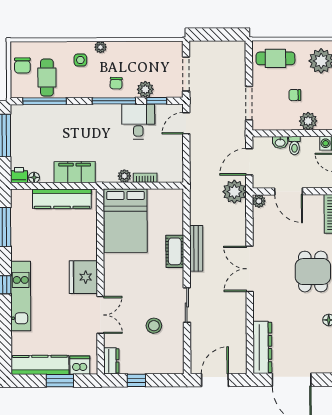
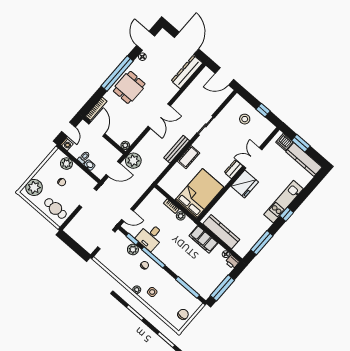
cafe table: (47, 78) -> (176, 298), removed
door: (289, 191) -> (97, 129), moved
stool: (154, 326) -> (245, 119), moved
dresser: (111, 361) -> (233, 169), moved

